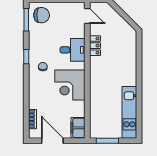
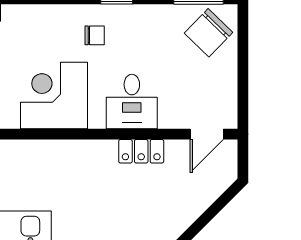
chair: (42, 15) -> (209, 33), turned 44

